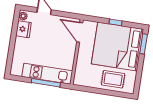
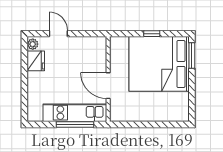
door: (80, 32) -> (108, 86), moved
rug: (113, 79) -> (160, 107), removed

